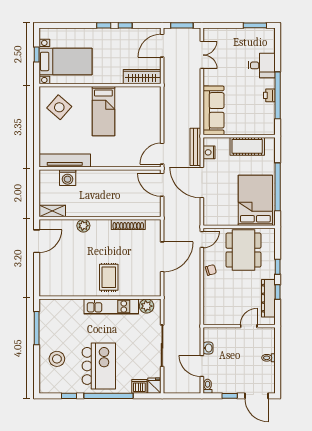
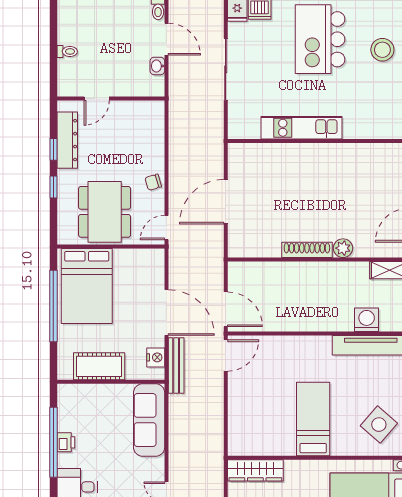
shoe rack: (128, 225) -> (307, 250), moved
rug: (109, 277) -> (305, 171), removed
plant: (147, 306) -> (249, 129), removed

